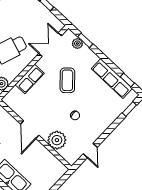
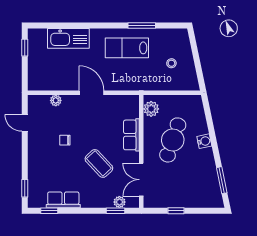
double door: (50, 45) -> (141, 180), swing flipped
row of seats: (112, 78) -> (63, 200), width x0.68
plant: (57, 140) -> (56, 100), width x0.53, depth x0.53

